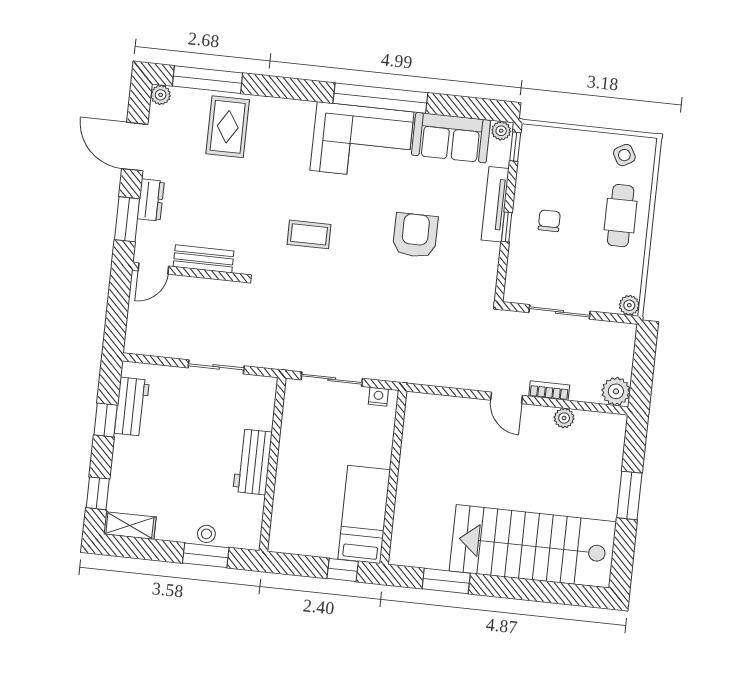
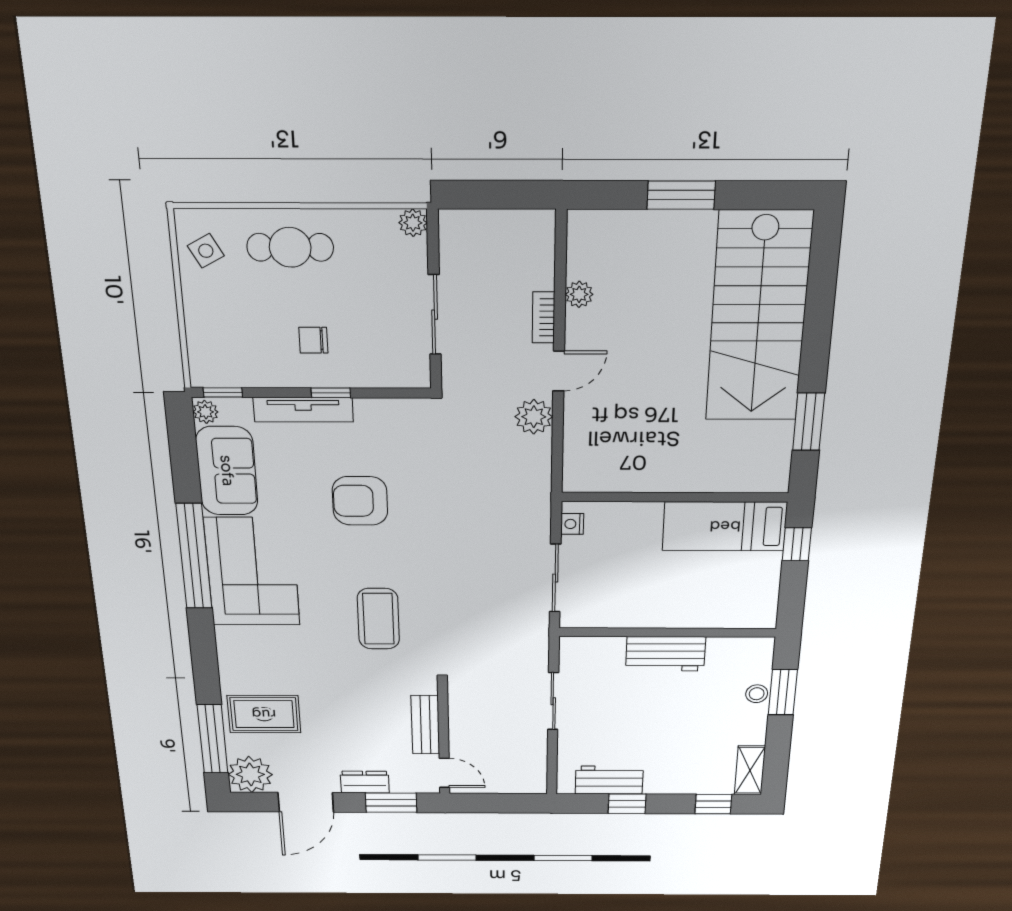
plant: (161, 95) -> (250, 774), width x1.87, depth x1.87
coffee table: (309, 234) -> (378, 619), width x1.36, depth x1.30
plant: (616, 391) -> (534, 417), moved

